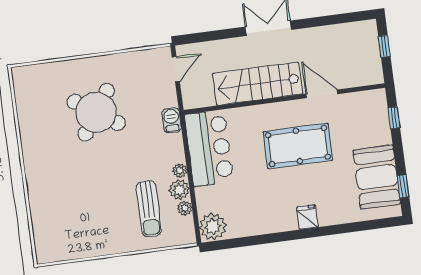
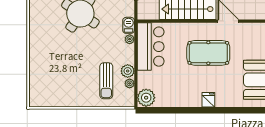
plant: (180, 171) -> (130, 39), moved

